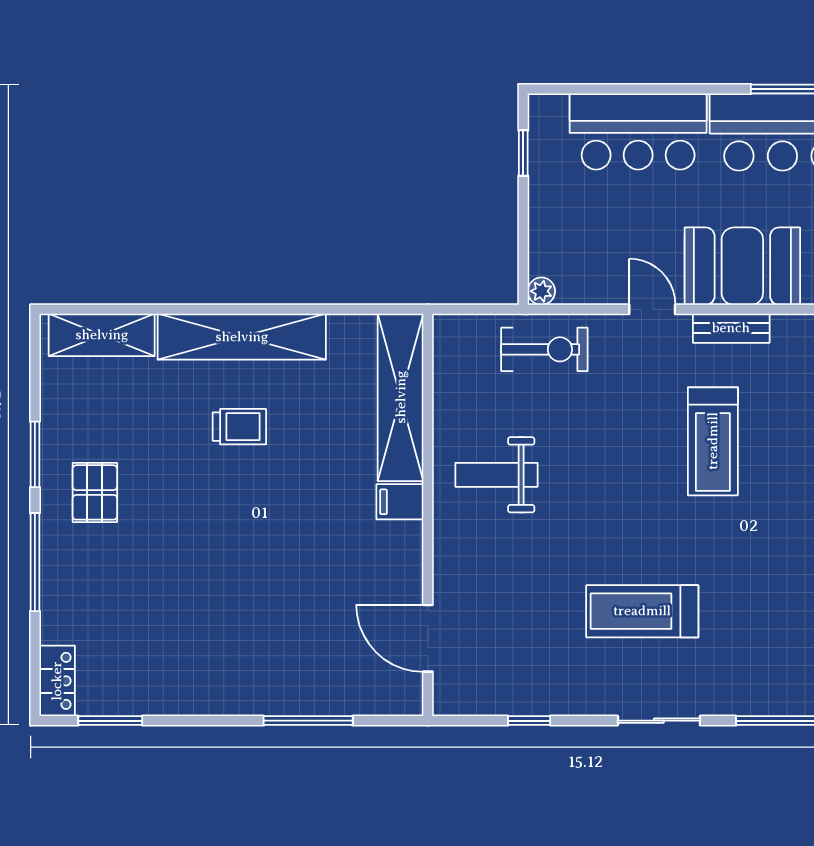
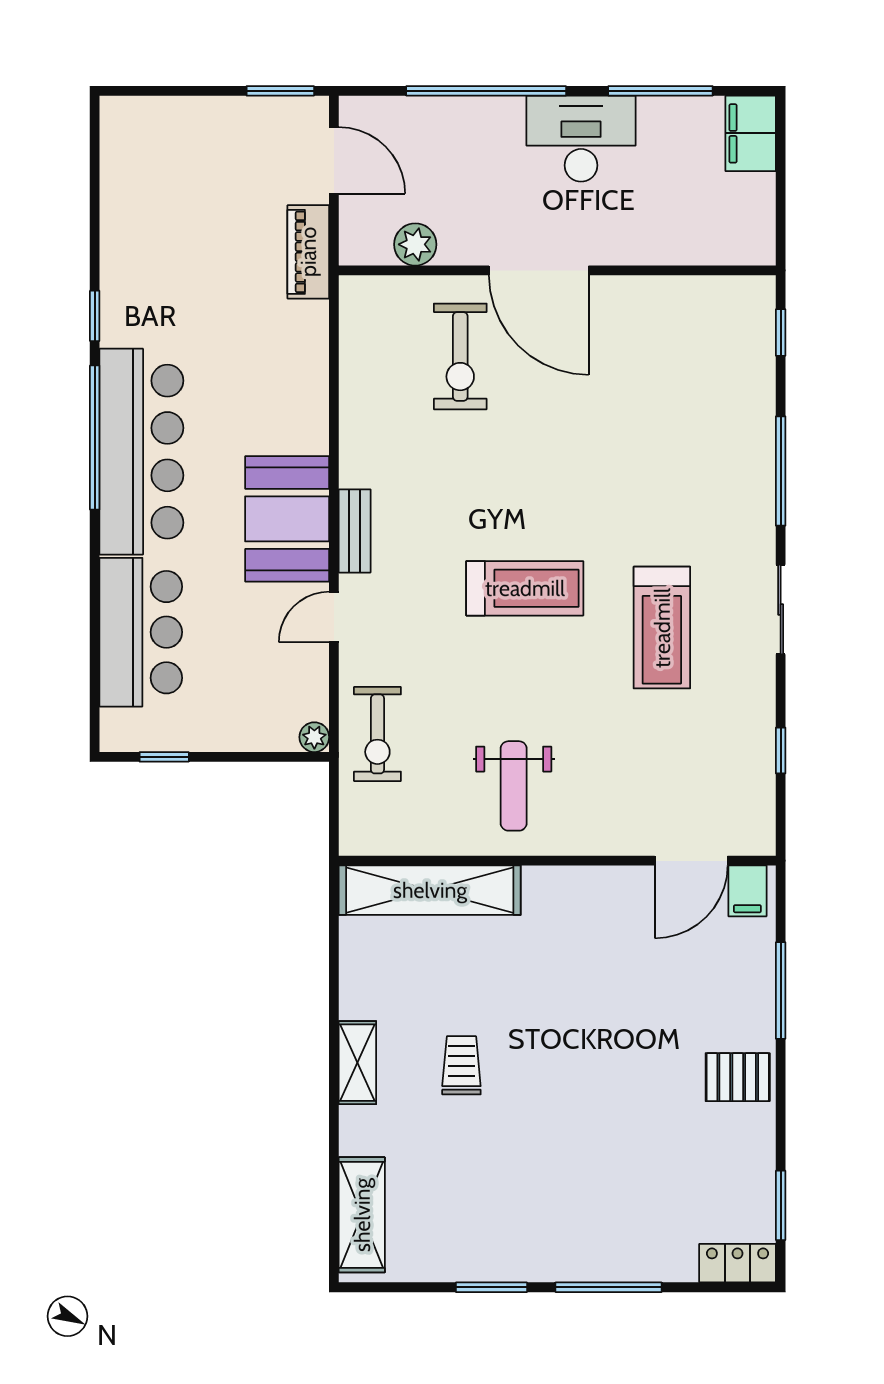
shelving: (242, 337) -> (357, 1063), width x0.45, depth x0.75
exercise bike: (544, 349) -> (377, 734), turned 180
treadmill: (713, 441) -> (525, 588), moved
pallet: (95, 492) -> (738, 1077), moved
filing cabinet: (400, 502) -> (747, 891), moved

